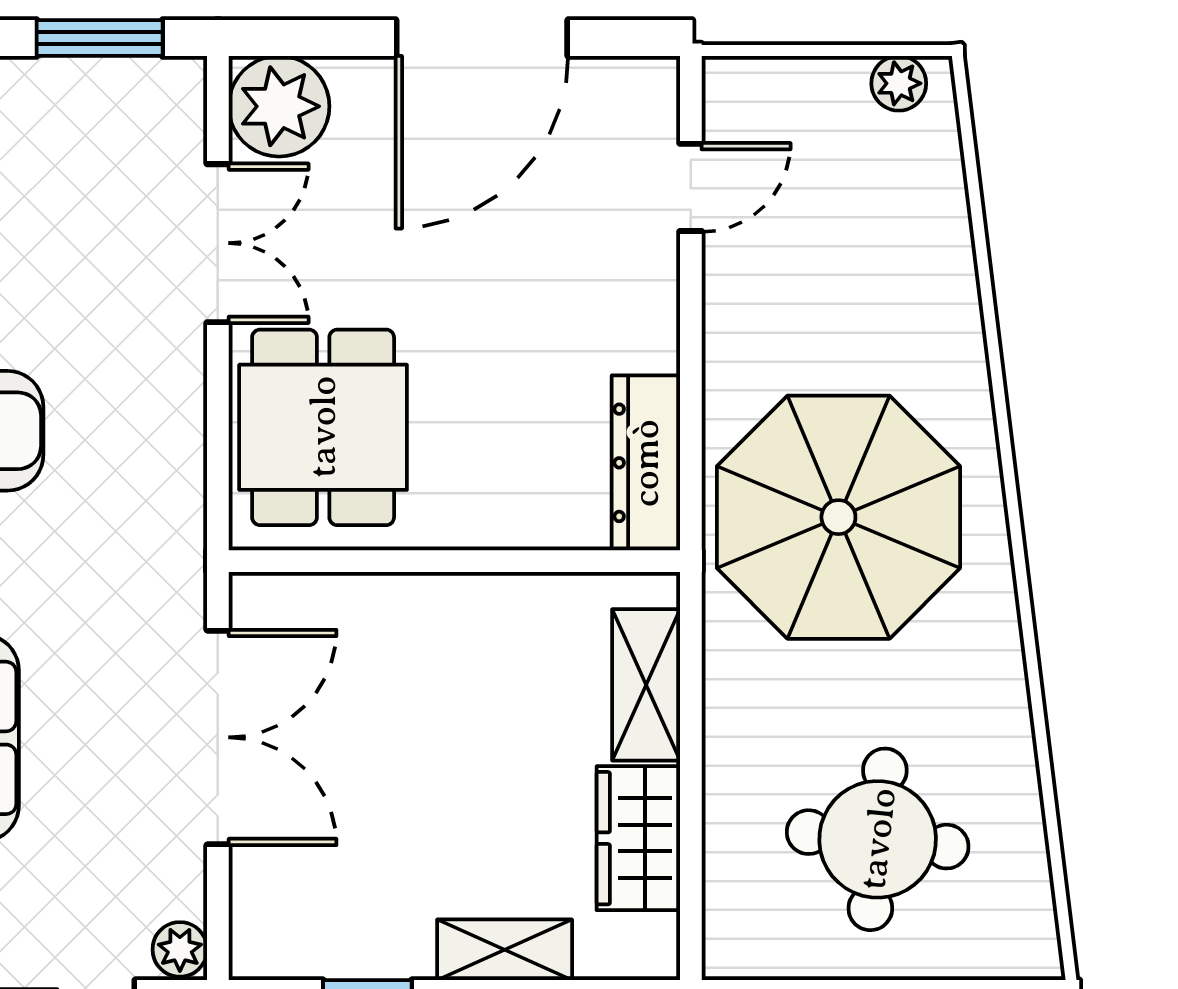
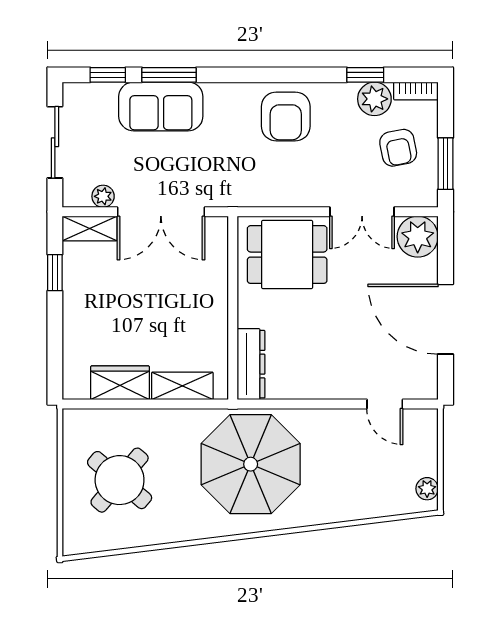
armchair: (61, 154) -> (398, 148), added
dresser: (646, 463) -> (251, 364), moved, turned 90
round table: (878, 839) -> (120, 480), turned 34
plant: (180, 949) -> (103, 196), moved
shelving: (505, 950) -> (90, 229), moved, turned 90

